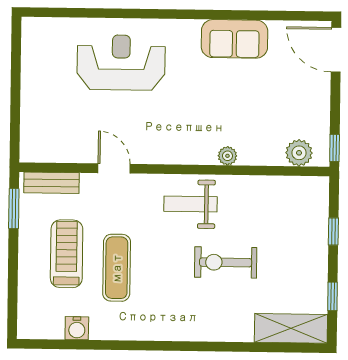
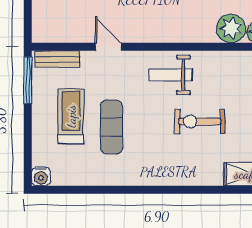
plant: (227, 156) -> (231, 29), moved, width x1.88, depth x1.88
window: (14, 209) -> (28, 80), width x1.44
water cooler: (77, 328) -> (41, 176), moved

